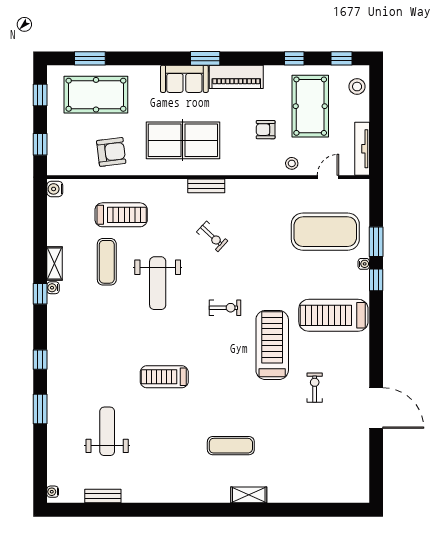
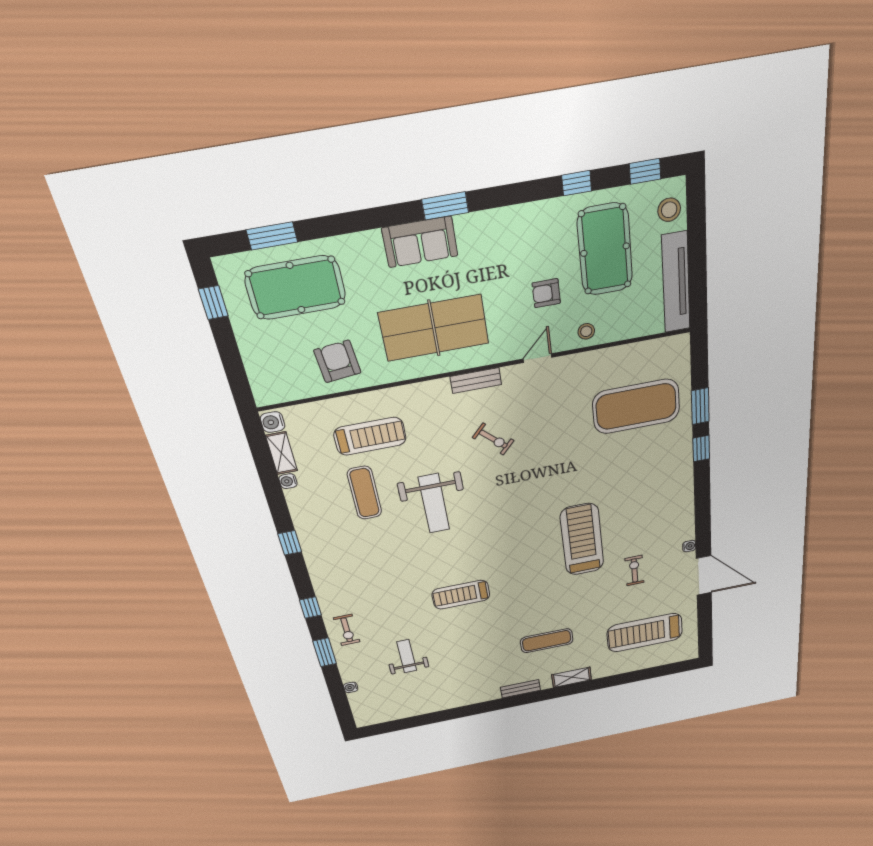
piano: (236, 77) -> (495, 226), removed
window: (40, 144) -> (235, 370), removed
tv unit: (362, 149) -> (676, 283), width x1.36, depth x1.29
armchair: (111, 152) -> (337, 361), turned -89
door: (328, 177) -> (538, 358), moved
shelving: (55, 263) -> (282, 453), moved
water cooler: (364, 264) -> (689, 546), moved
water cooler: (53, 288) -> (288, 481), moved
exercise bike: (225, 308) -> (347, 630), moved, turned 90
treadmill: (333, 315) -> (645, 633), moved
weight bench: (107, 431) -> (407, 656), width x0.73, depth x0.75
water cooler: (53, 492) -> (351, 687), moved
bench: (103, 496) -> (520, 689), moved

